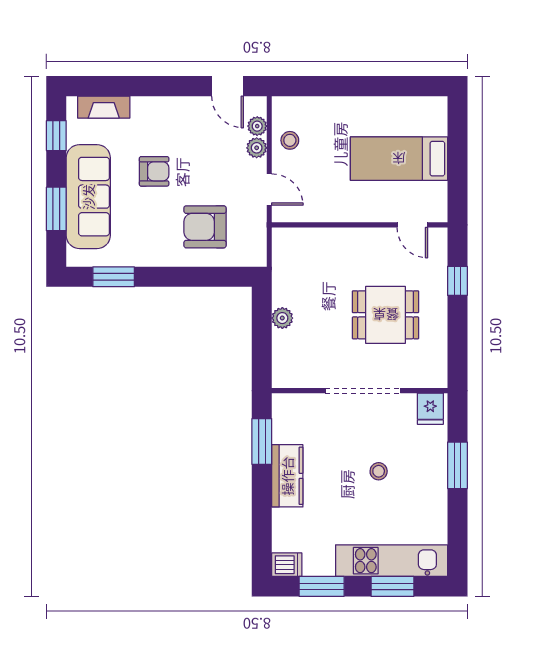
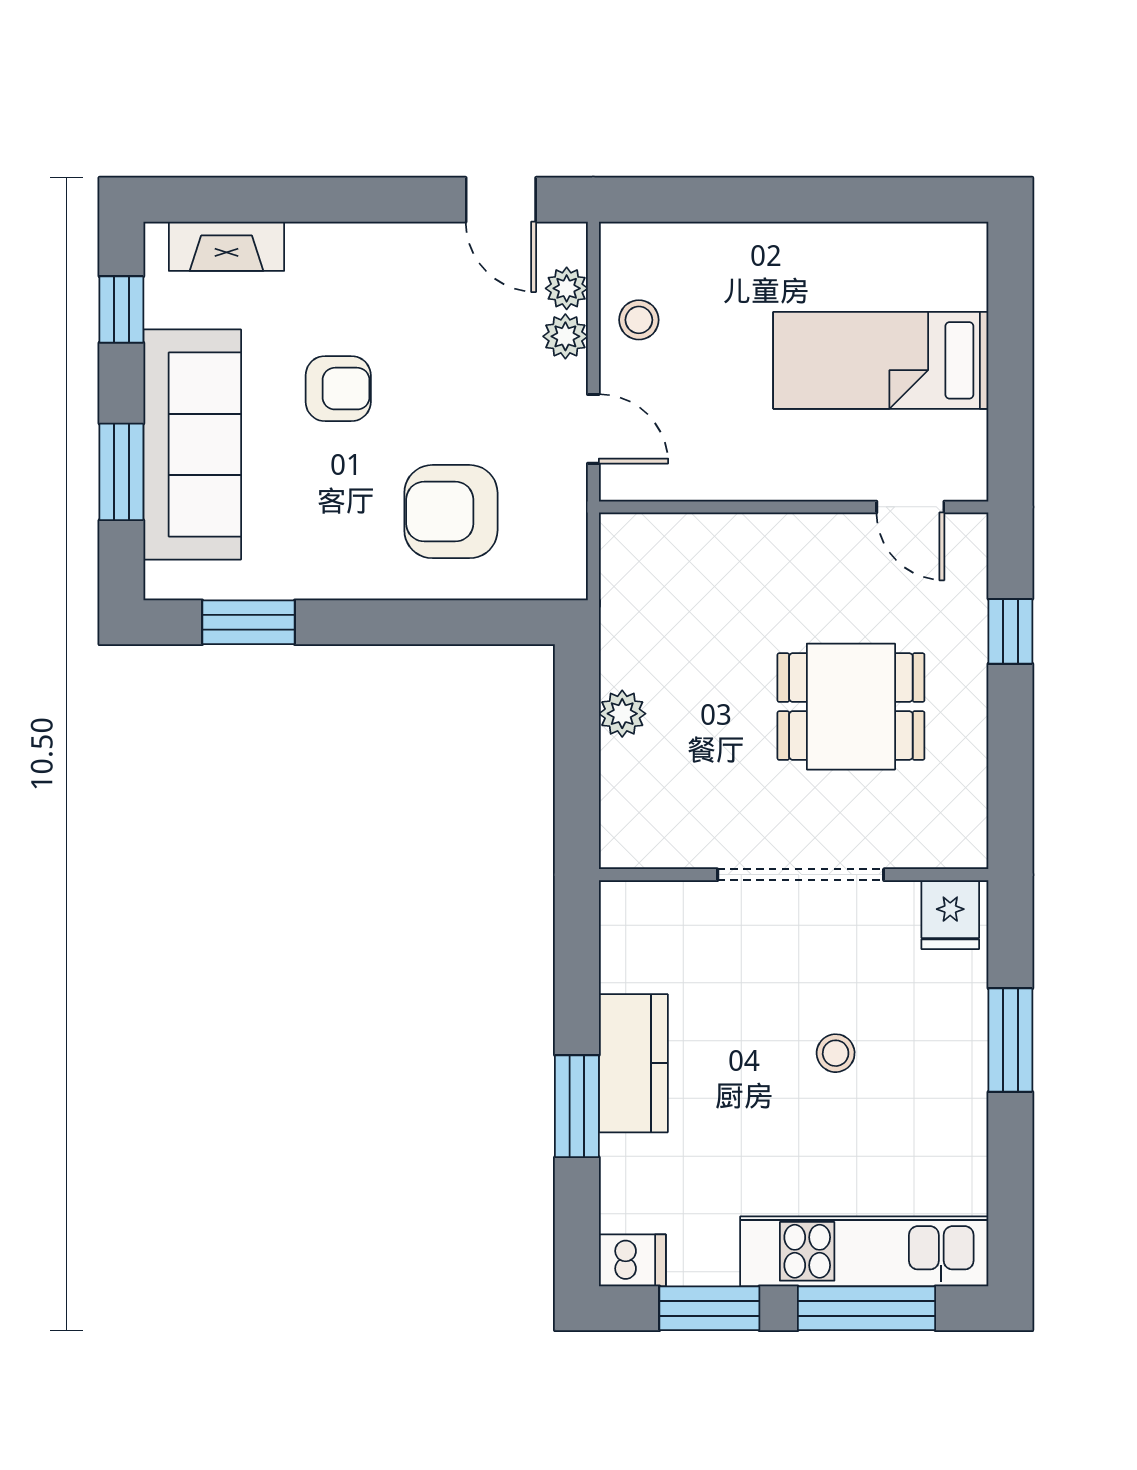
window: (262, 441) -> (577, 1106), moved
window: (393, 586) -> (867, 1308), width x1.44

